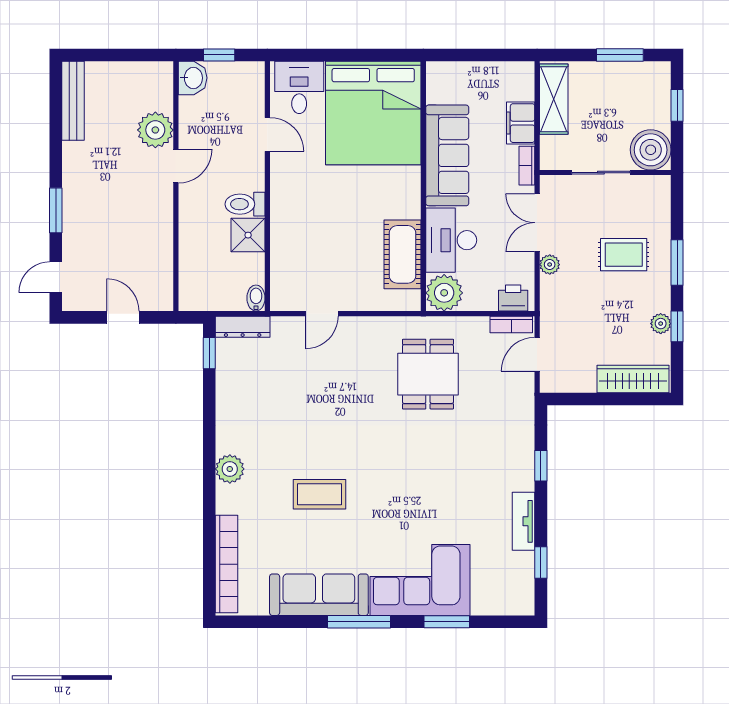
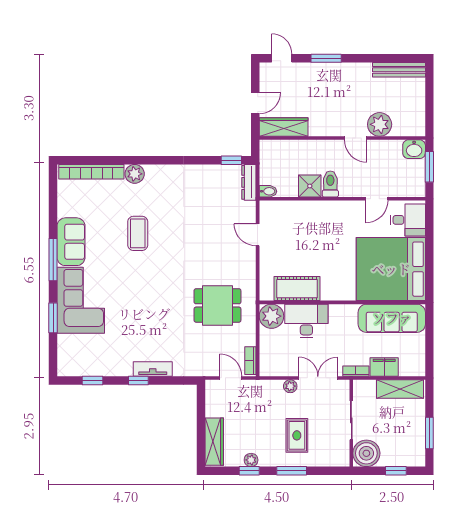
window: (219, 55) -> (429, 167), width x1.50
sofa: (447, 155) -> (392, 318), moved
wardrobe: (159, 275) -> (284, 127), added
printer: (513, 298) -> (268, 362), removed
window: (541, 466) -> (138, 380), moved
plant: (230, 469) -> (135, 174), moved
tv unit: (524, 521) -> (153, 369), moved
sofa: (319, 595) -> (71, 242), width x0.73

